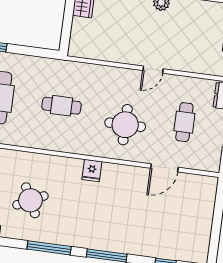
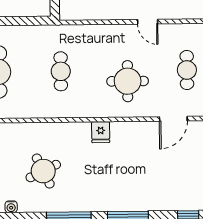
door: (153, 70) -> (148, 22), hinge flipped
cafe table: (61, 106) -> (61, 71), turned 90

